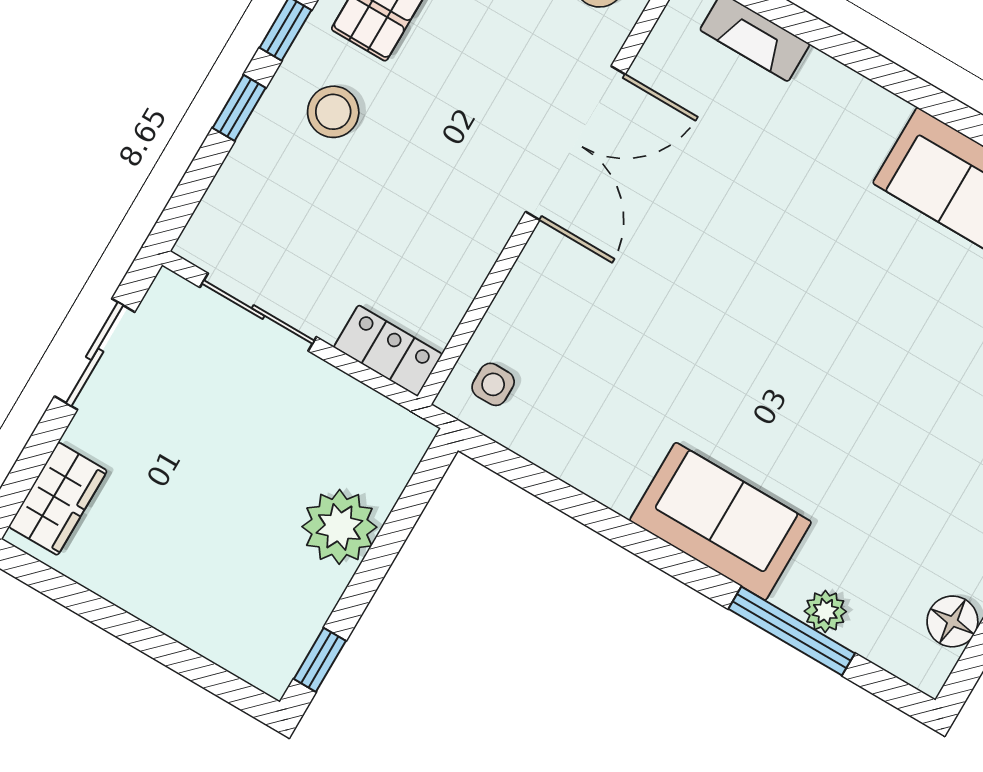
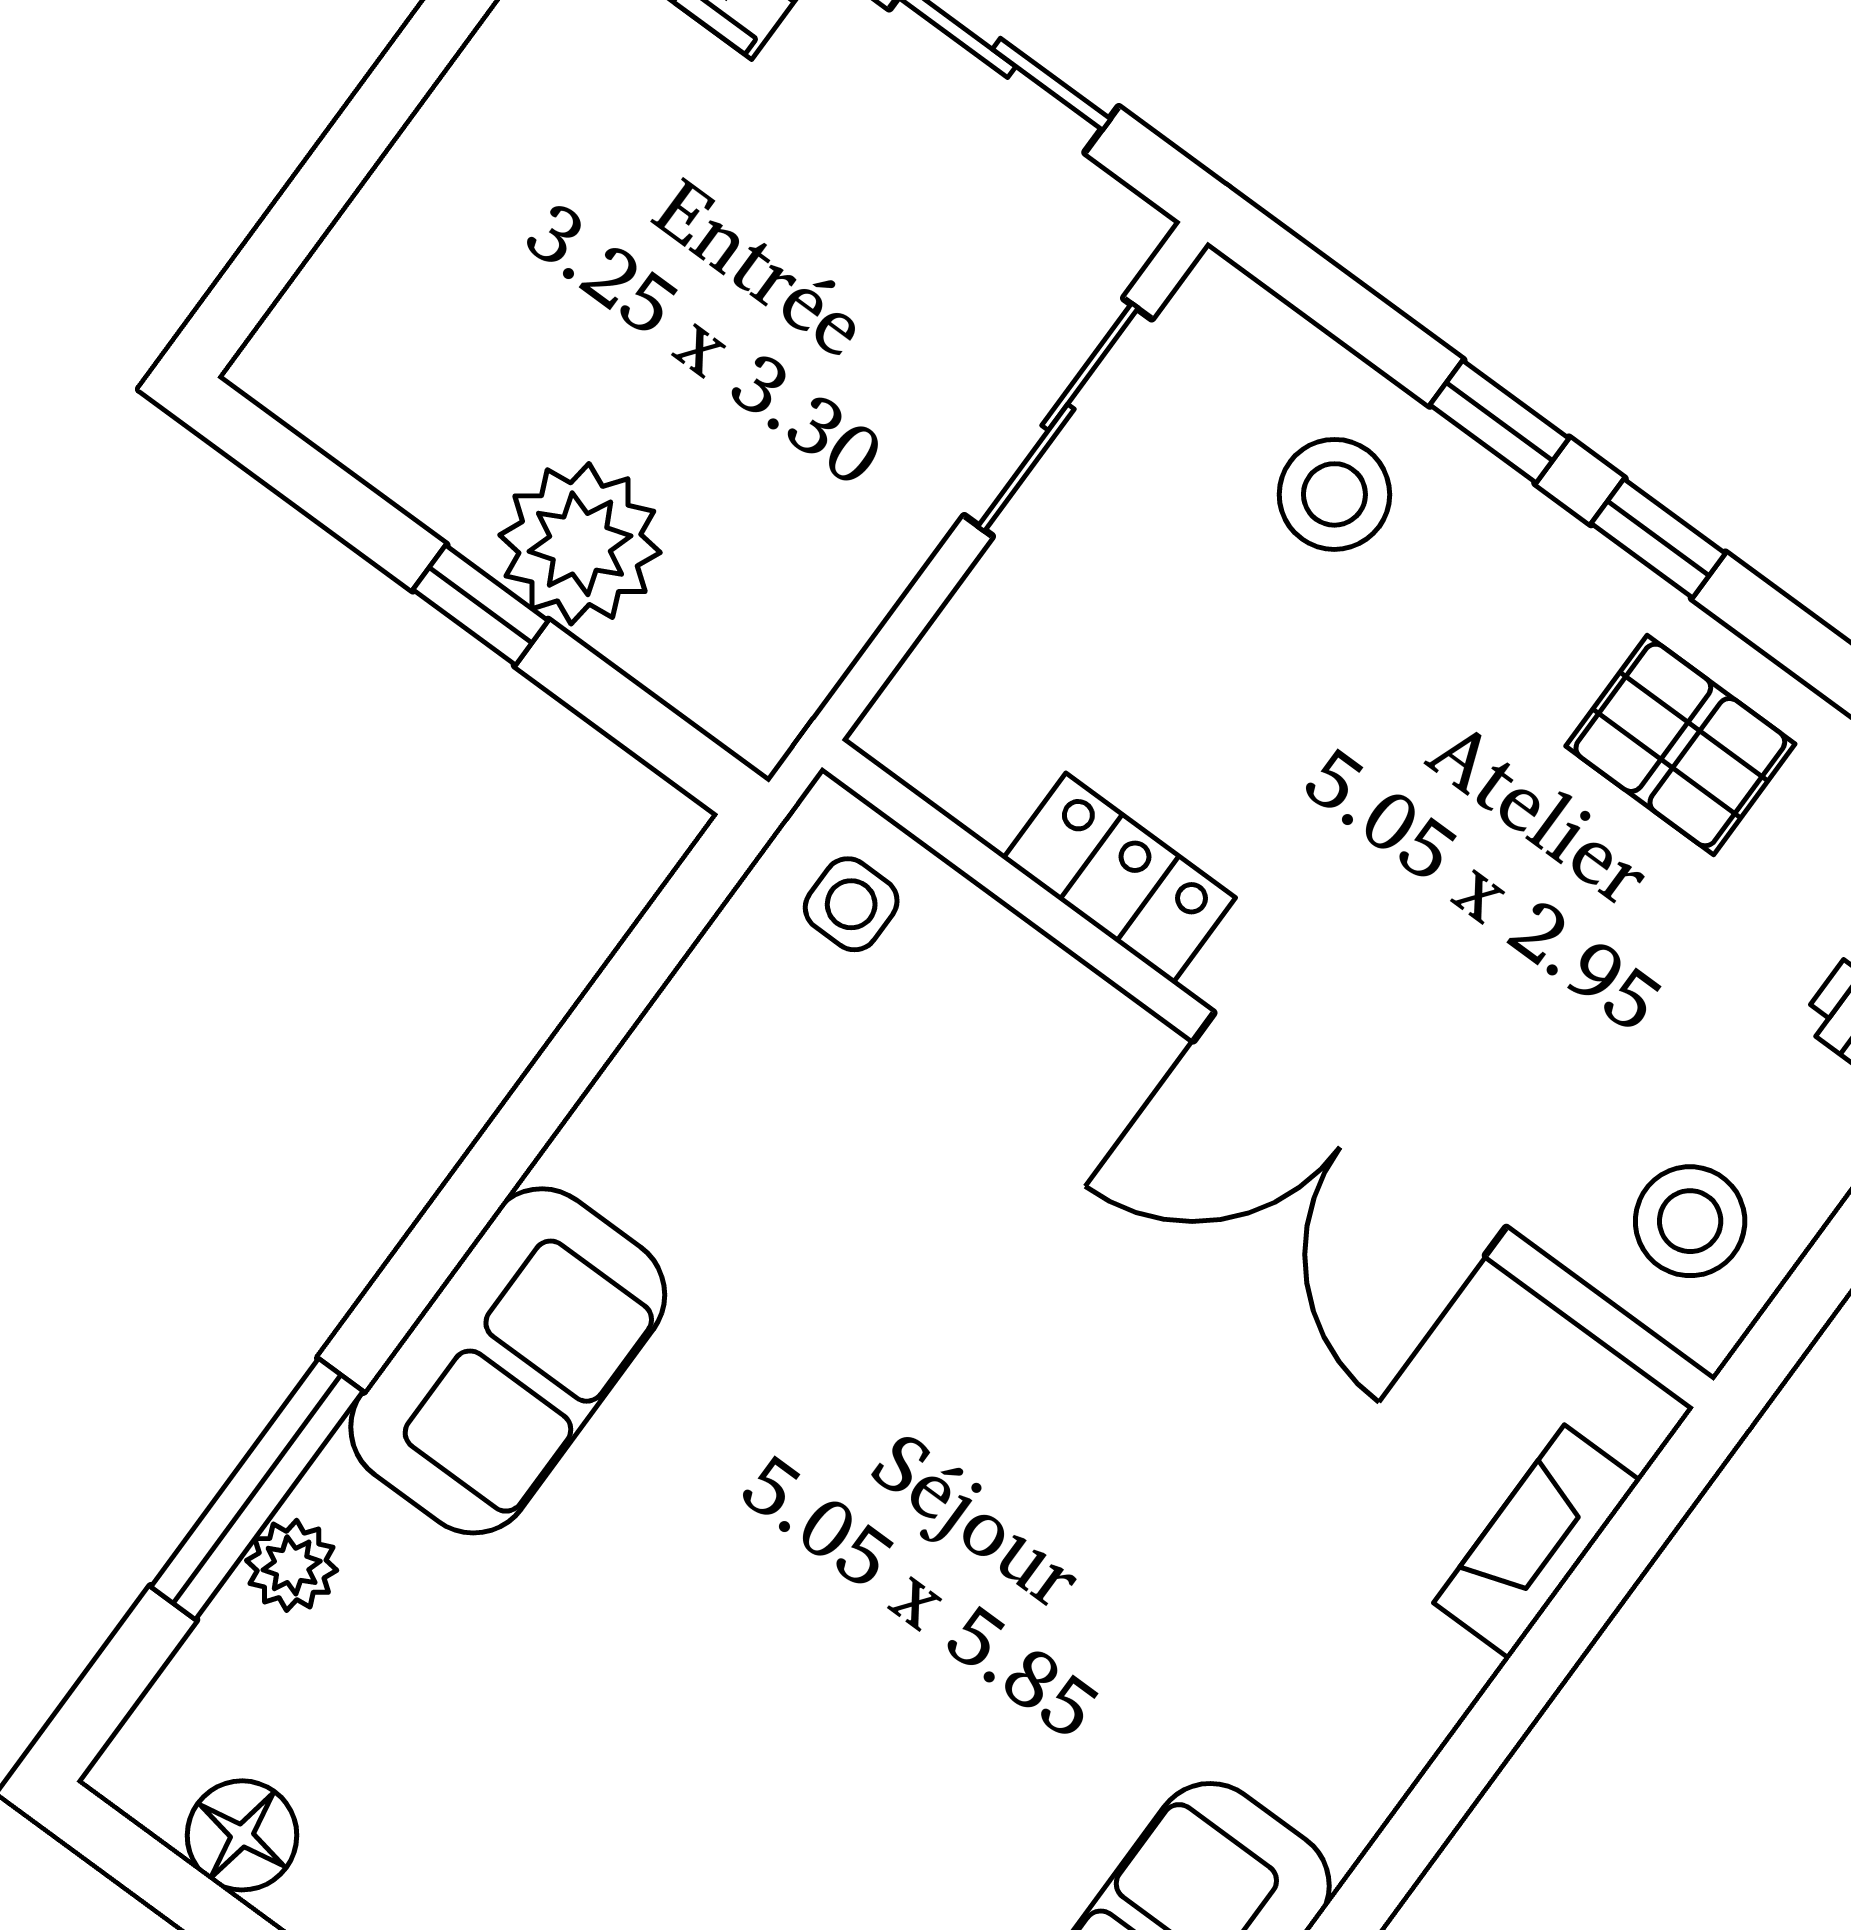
stool: (333, 112) -> (1334, 494), moved
locker: (388, 351) -> (1119, 878), moved, turned -90
window: (320, 660) -> (481, 605), moved

